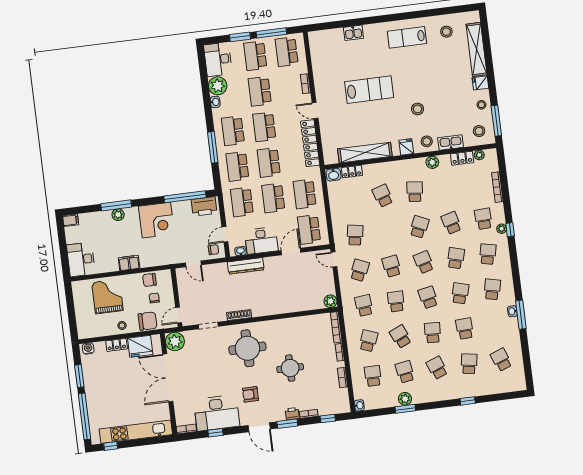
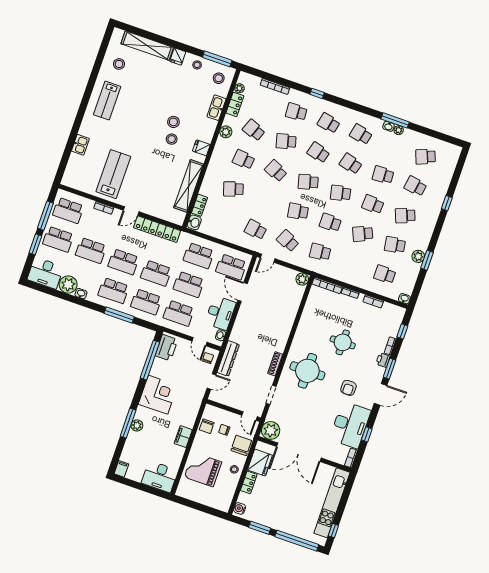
lab bench: (369, 90) -> (113, 174), moved
stool: (427, 141) -> (172, 139), moved
plant: (502, 229) -> (399, 130), moved
dresser: (246, 266) -> (228, 358), moved
school desk: (368, 341) -> (254, 130), moved

